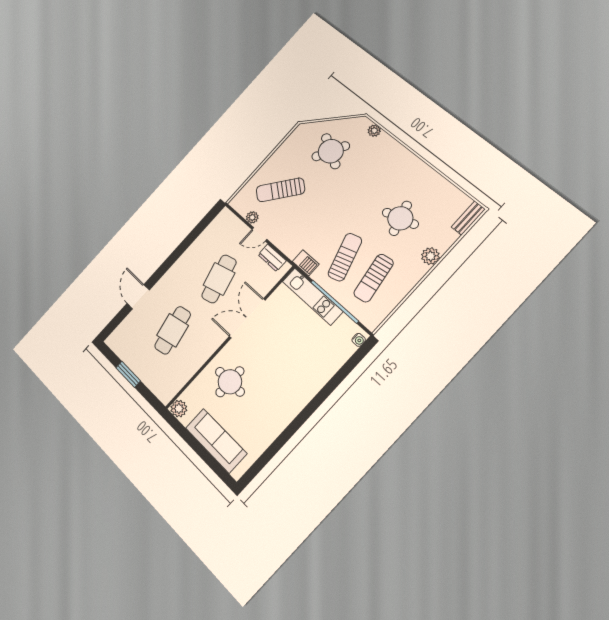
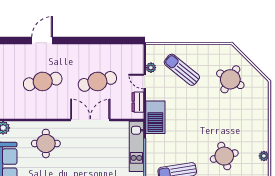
plant: (374, 131) -> (264, 156), moved
sun lounger: (345, 257) -> (175, 145), removed
barbecue: (306, 263) -> (155, 117), width x1.88, depth x1.53

